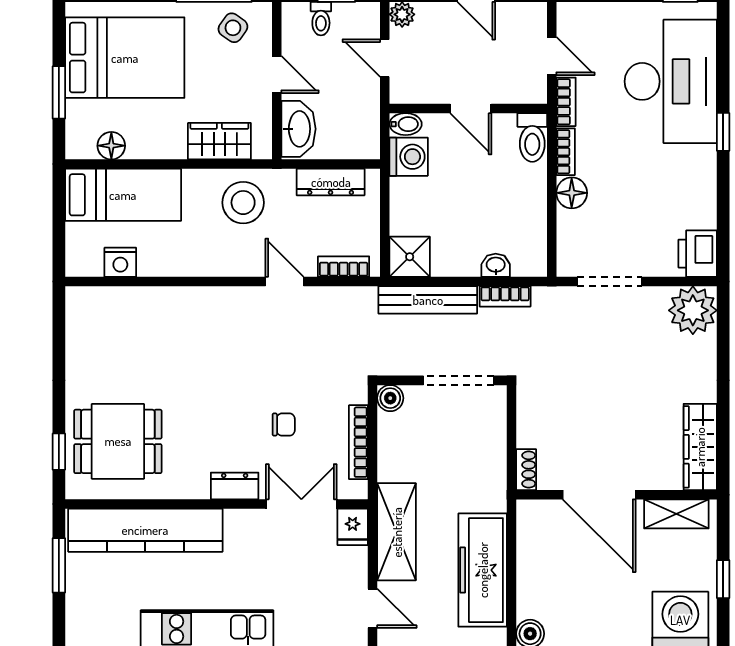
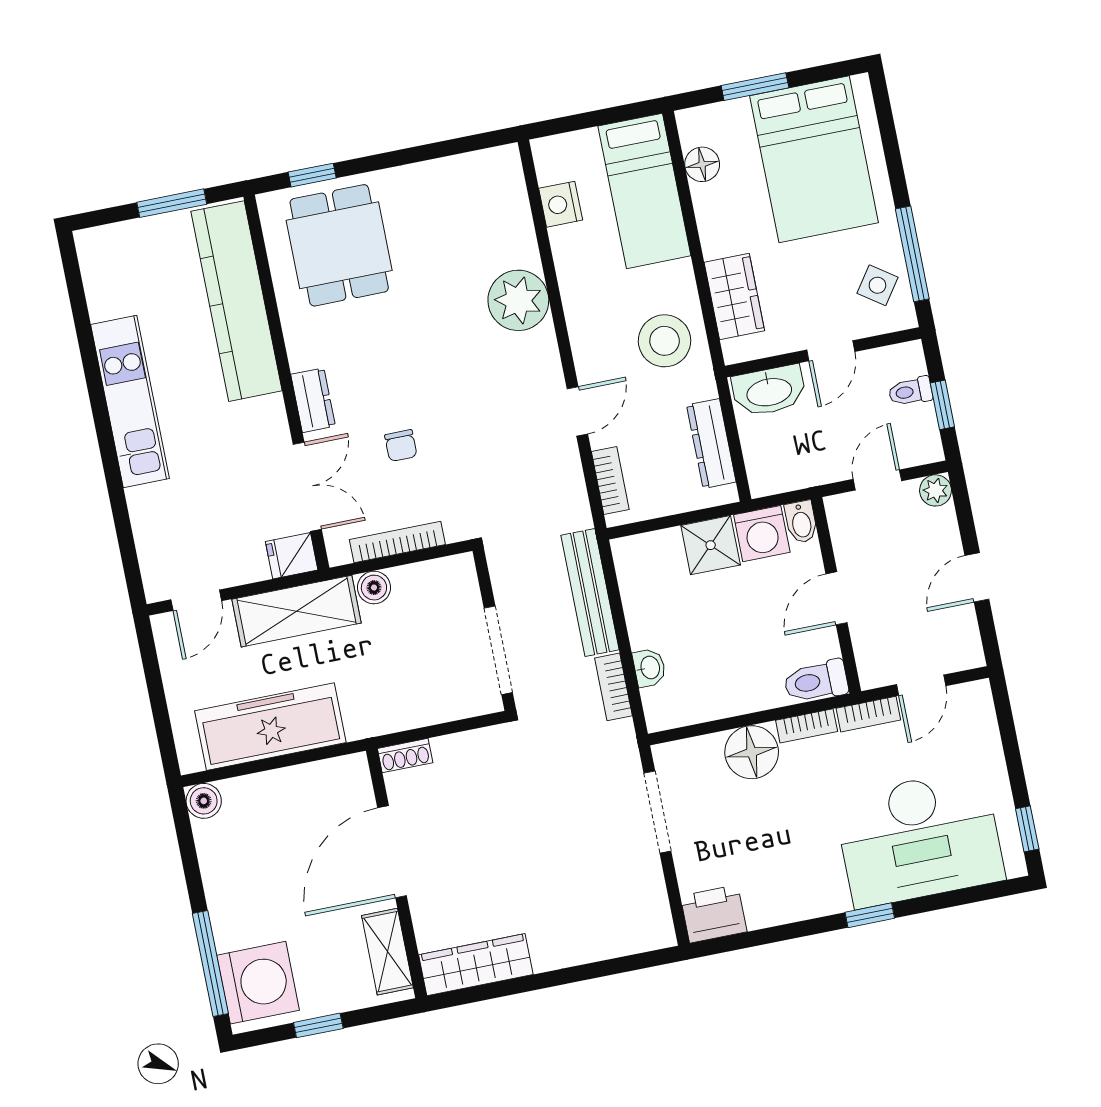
floor lamp: (572, 193) -> (752, 752), width x1.38, depth x1.38
shower: (410, 257) -> (711, 545), moved
plant: (693, 310) -> (518, 300), moved
boiler: (390, 398) -> (374, 588), moved

